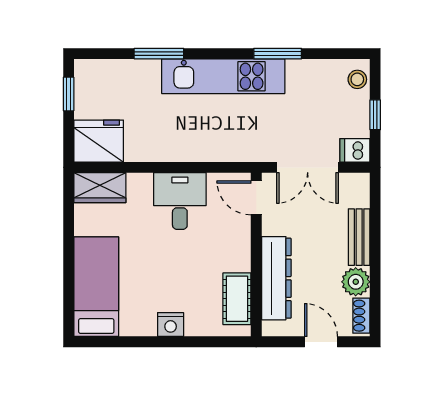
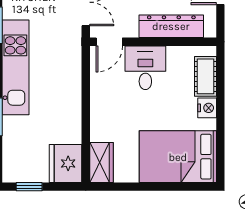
desk: (180, 201) -> (145, 68), moved, turned 90
bed: (96, 287) -> (178, 157), width x1.50
cot: (237, 299) -> (205, 76), moved, turned 90

